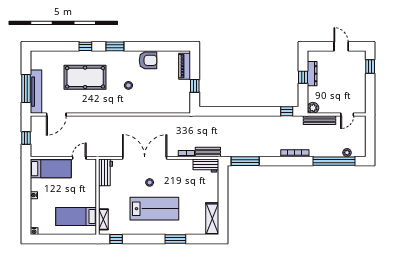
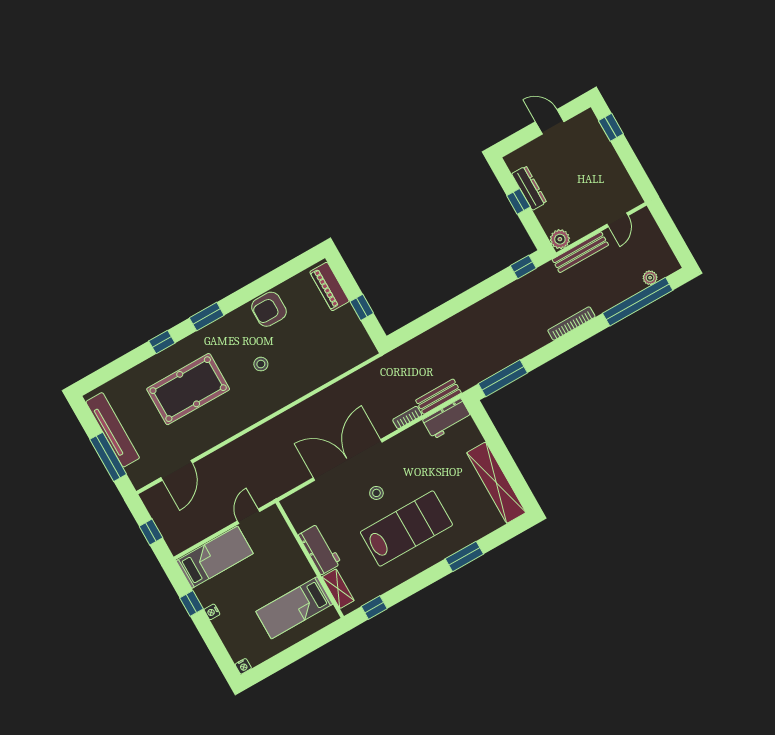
armchair: (148, 60) -> (269, 309), turned 180
tv unit: (36, 92) -> (113, 430), moved
workbench: (105, 172) -> (320, 549), moved
window: (26, 185) -> (191, 603), added
shelving: (212, 219) -> (496, 483), width x1.47

